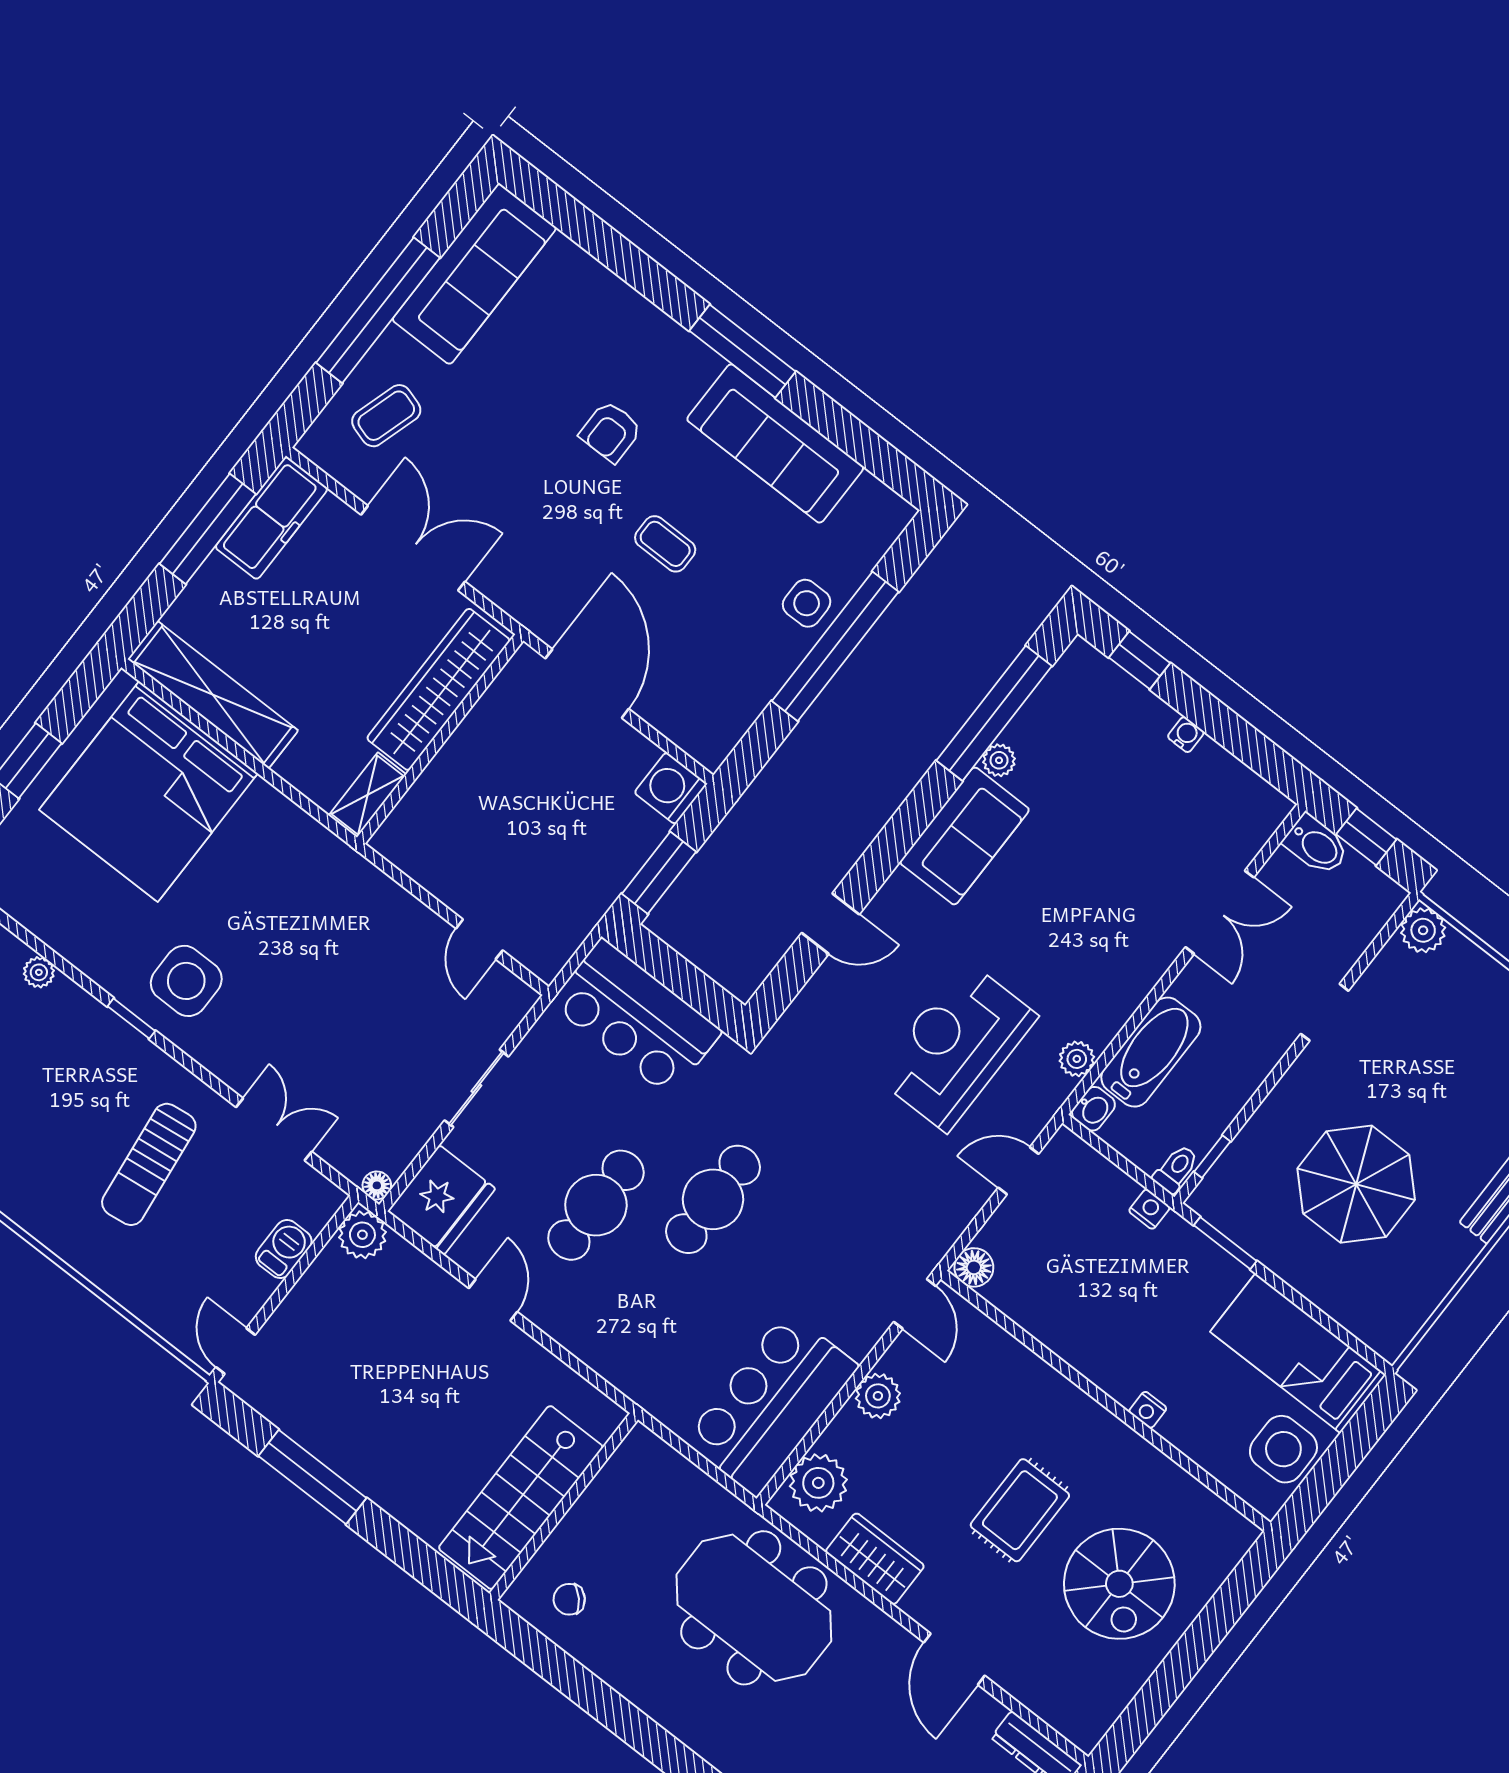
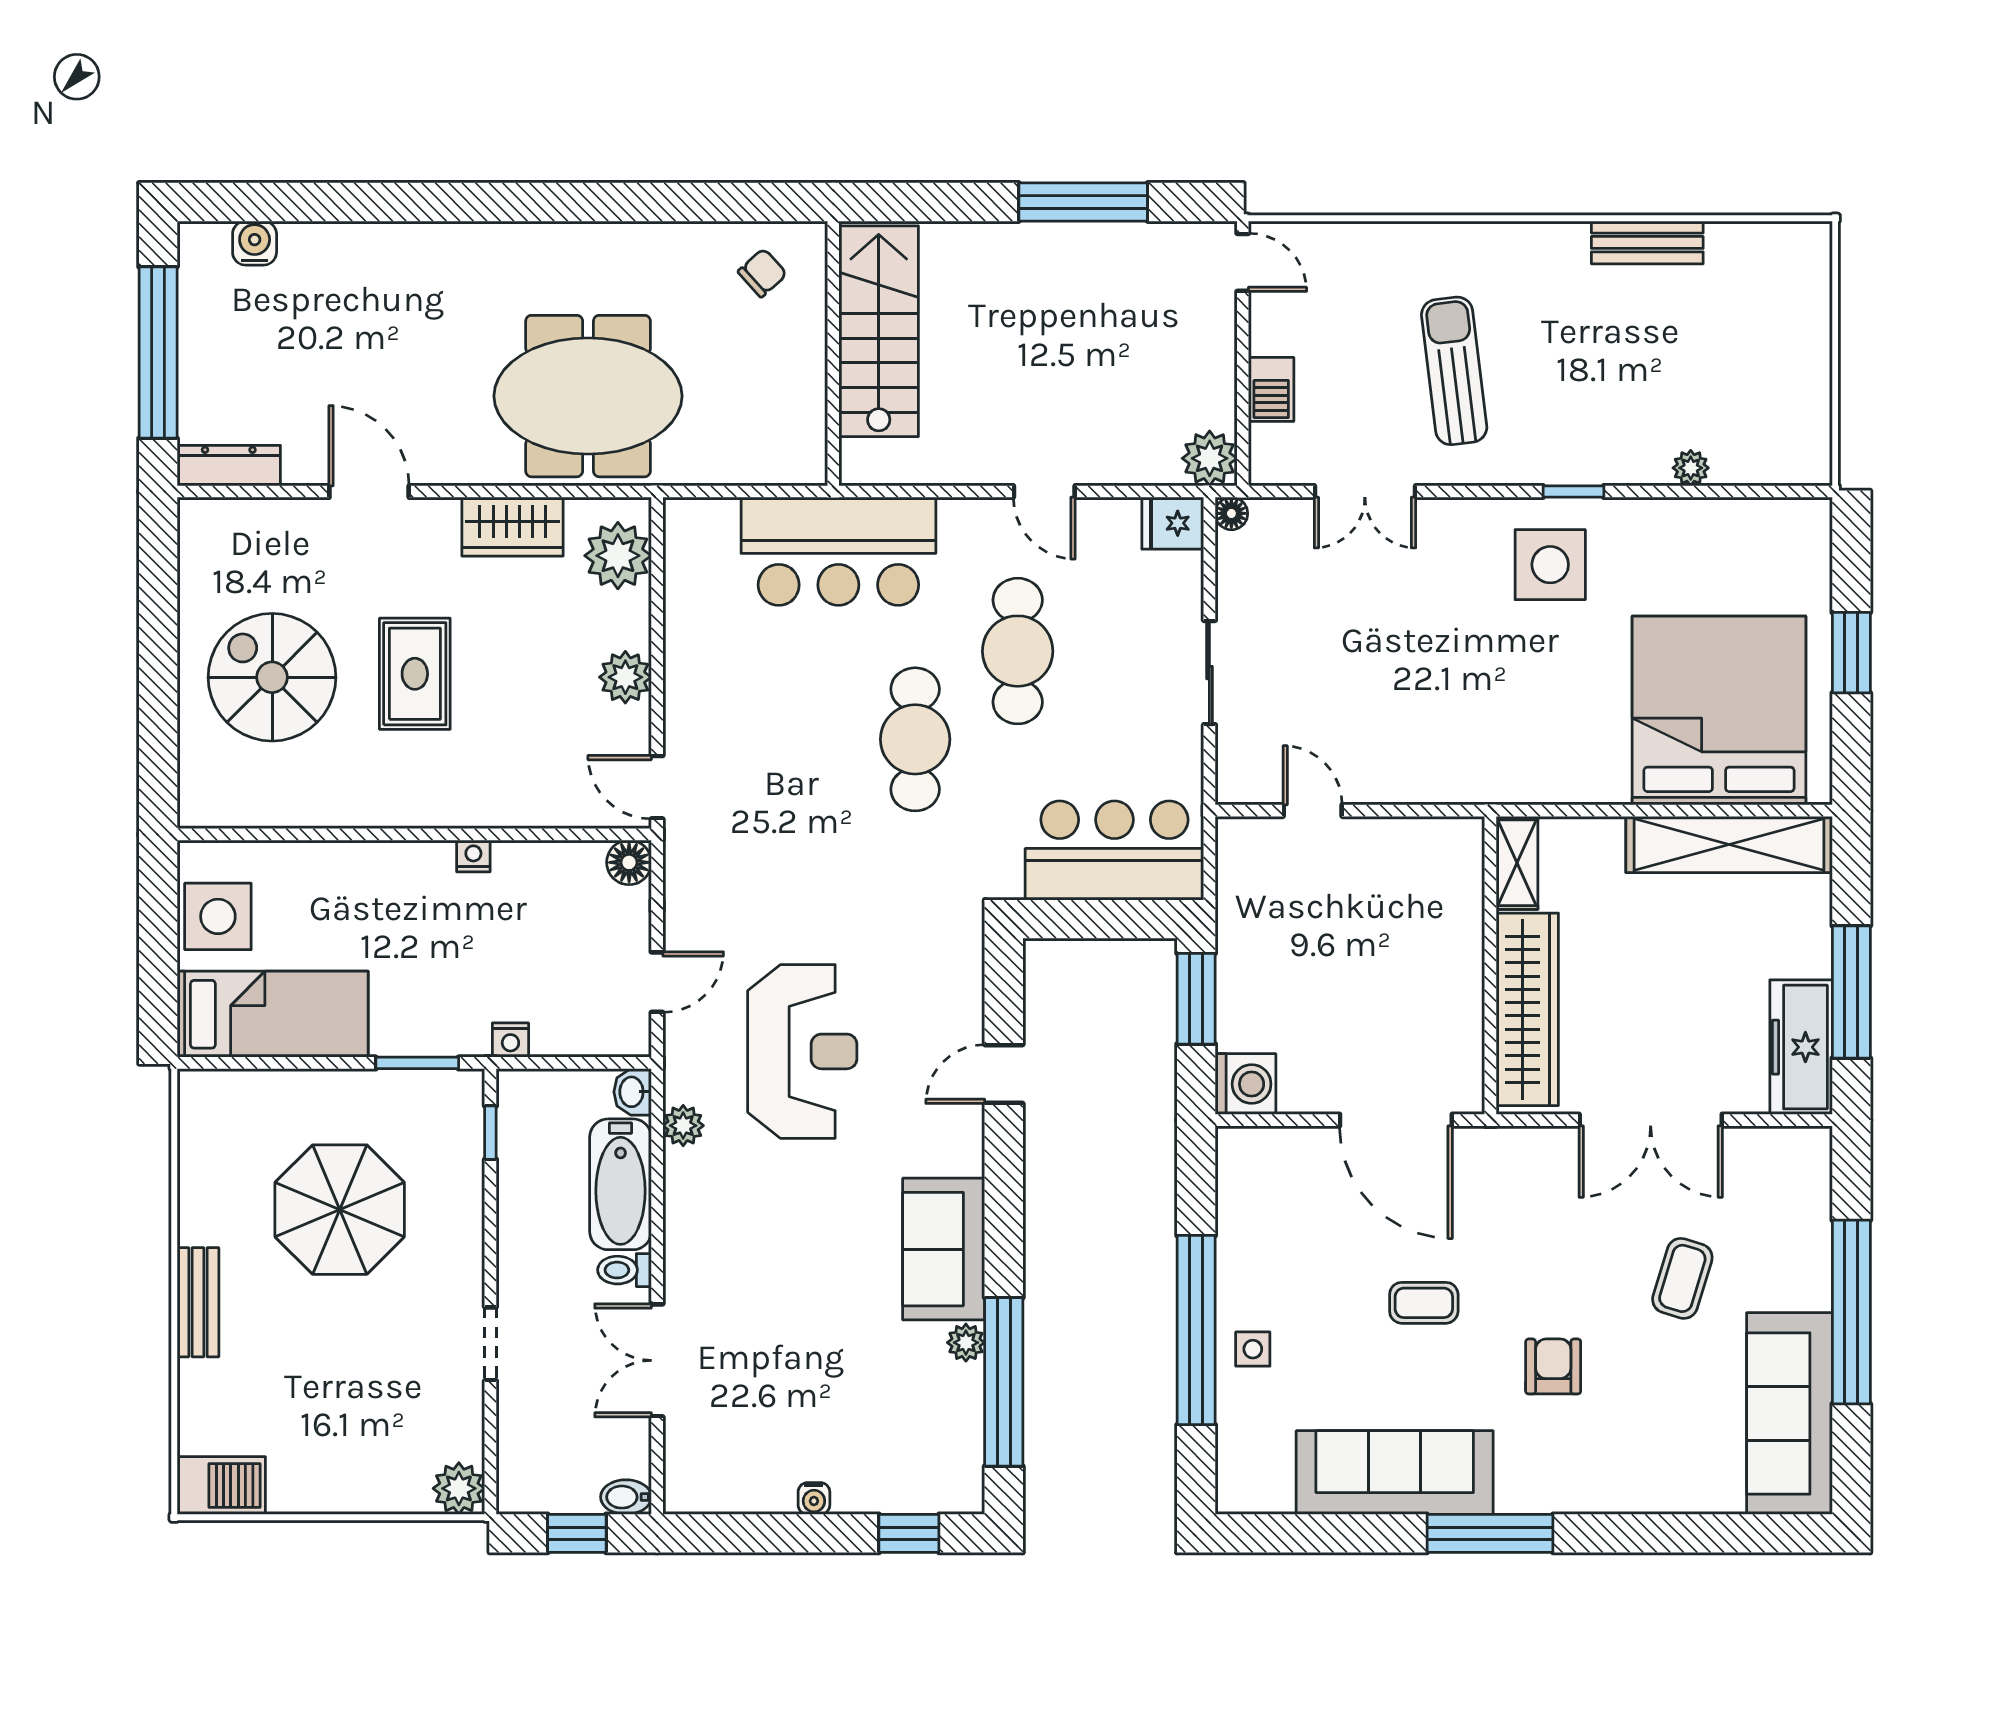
coffee table: (386, 416) -> (1682, 1278), moved
side table: (807, 603) -> (1253, 1349), width x0.73, depth x0.73
bidet: (1316, 845) -> (626, 1497), width x0.72, depth x0.74
toilet: (1176, 1169) -> (624, 1270), moved, turned 90
fridge: (441, 1200) -> (1173, 523), width x0.53, depth x0.75
bar counter: (771, 1404) -> (838, 551), moved, turned 90
nightstand: (1148, 1410) -> (473, 856), moved

